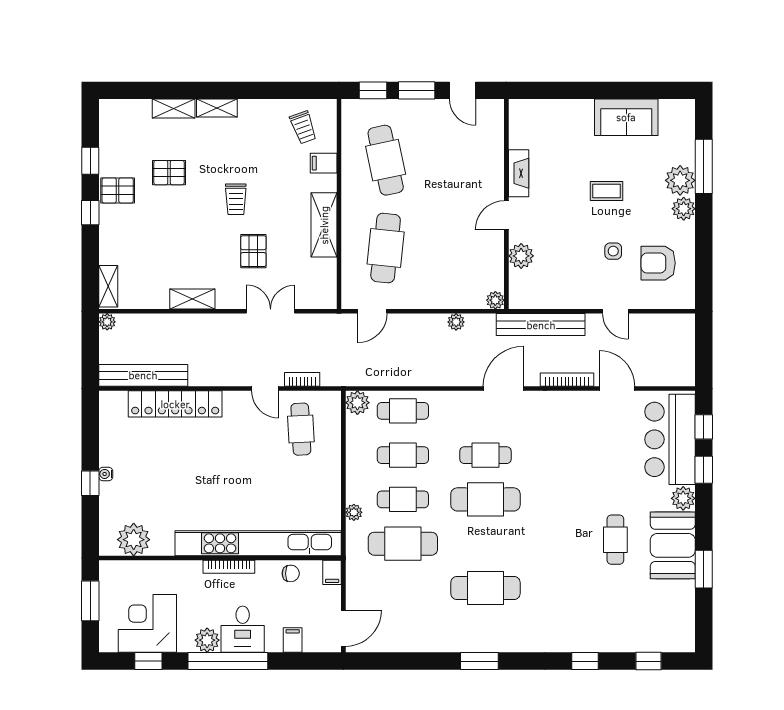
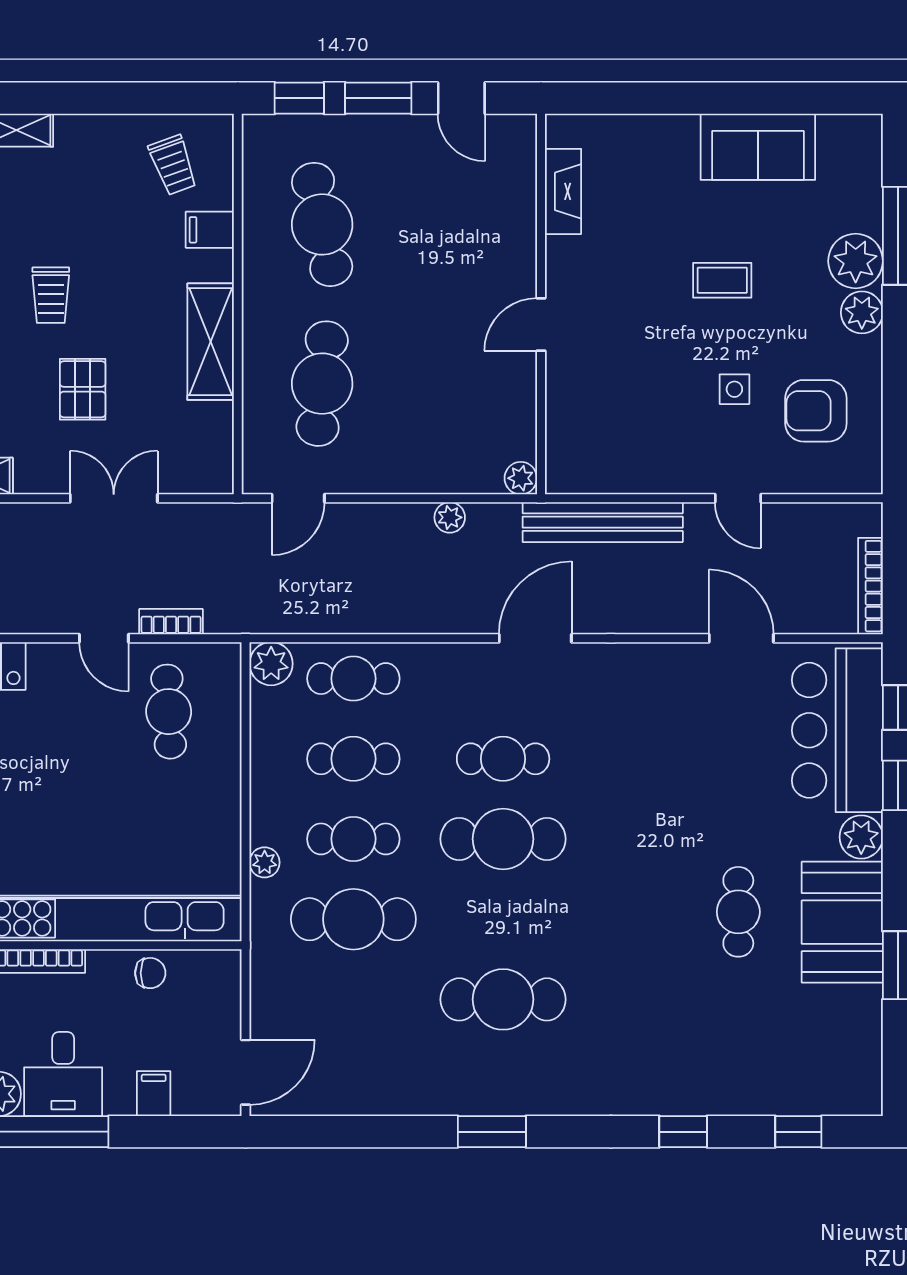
fireplace: (519, 173) -> (563, 191), moved
plant: (521, 256) -> (568, 398), removed
bookcase: (567, 380) -> (870, 586), moved, turned -90
filing cabinet: (332, 572) -> (225, 971), removed

